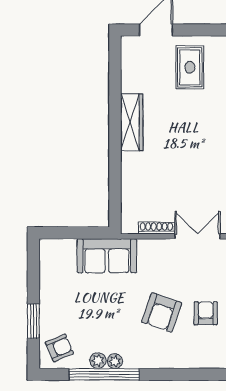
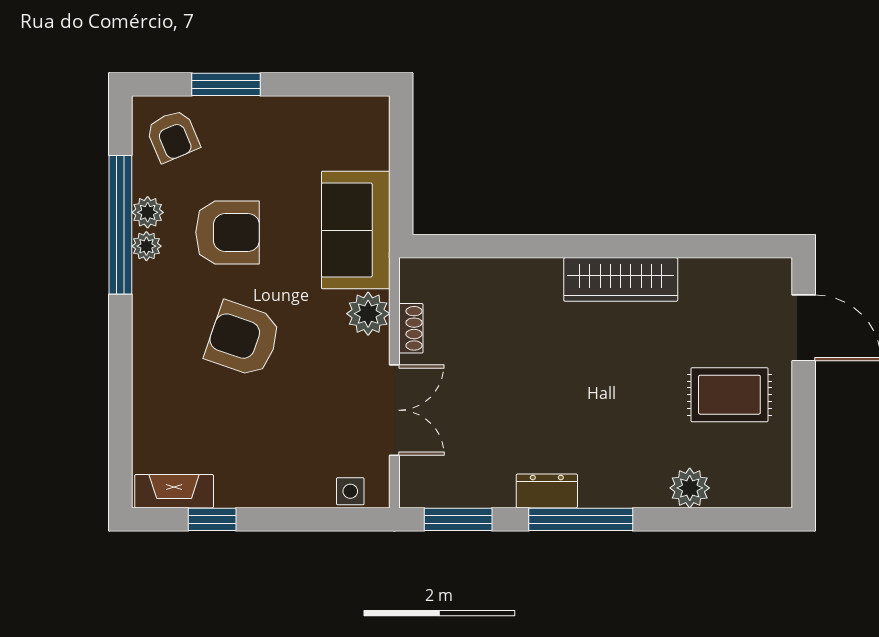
shoe rack: (156, 228) -> (411, 328), width x0.70
plant: (149, 249) -> (368, 314), added
armchair: (206, 313) -> (228, 232), moved, width x1.38, depth x1.38

